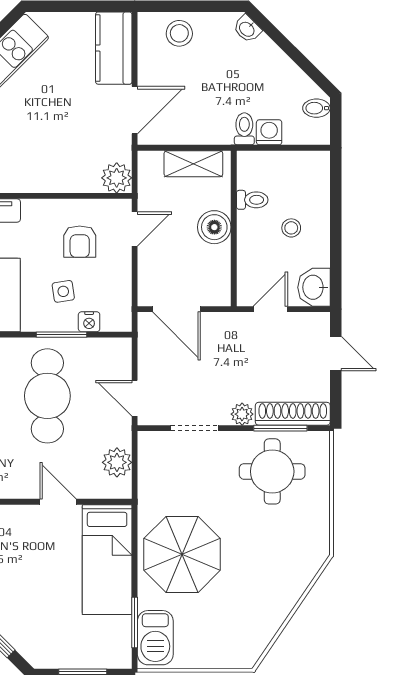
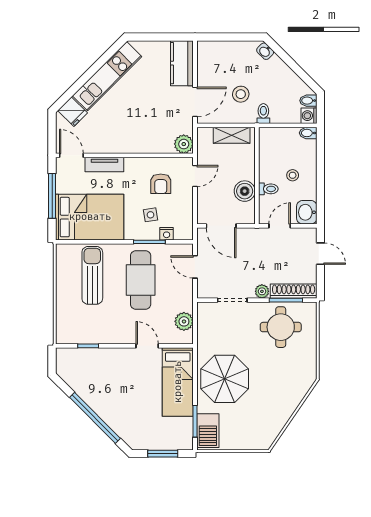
stool: (179, 33) -> (241, 94), moved
washing machine: (269, 132) -> (309, 116), moved, turned -90
bidet: (316, 160) -> (308, 133), added
toilet: (252, 200) -> (268, 189), moved
boiler: (214, 227) -> (245, 191), moved
door: (135, 398) -> (195, 267), moved

